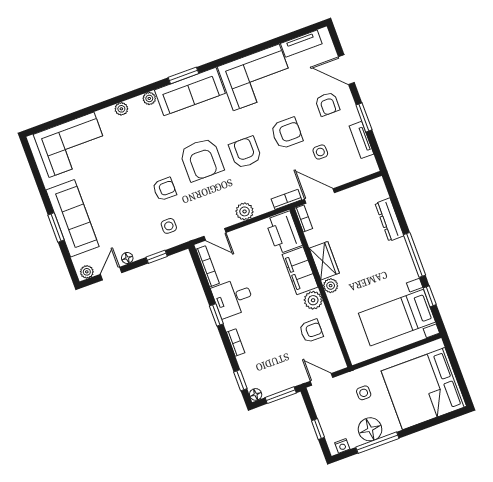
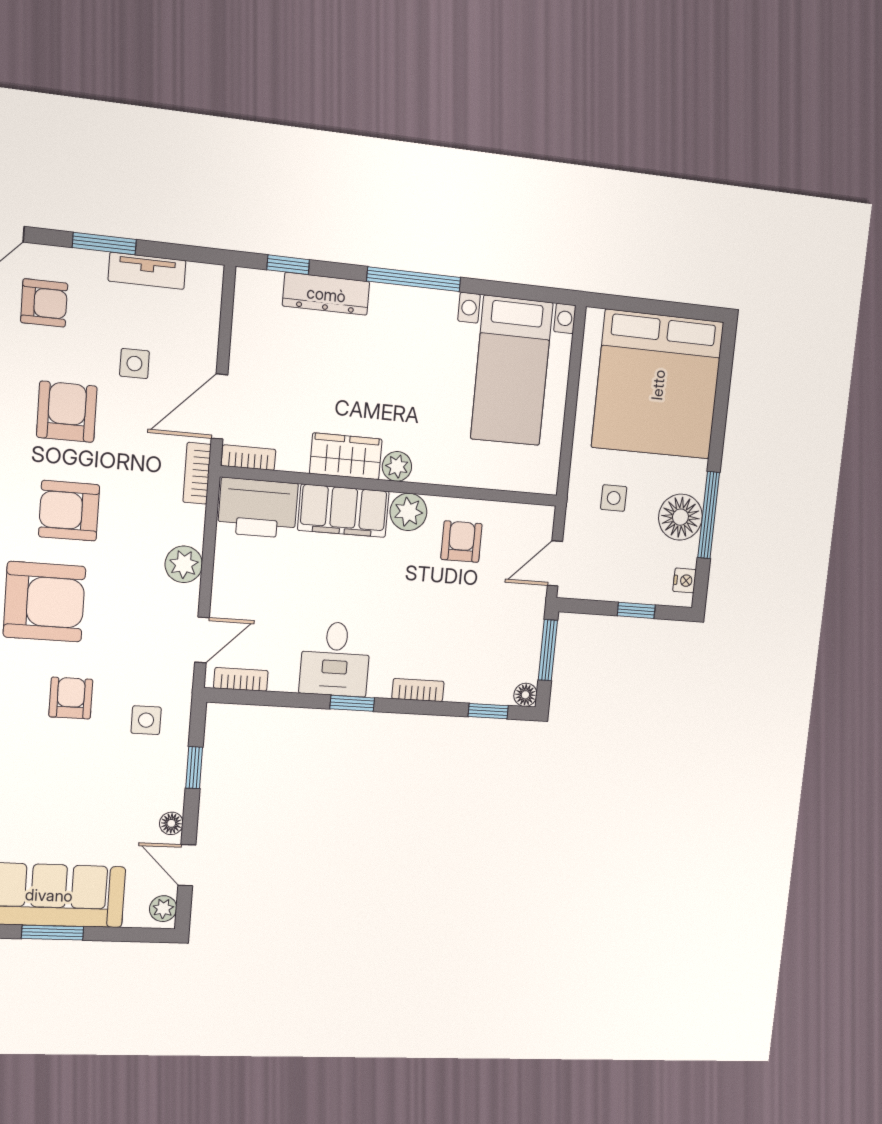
bookcase: (208, 266) -> (241, 679), width x0.64
window: (430, 296) -> (288, 265), moved

